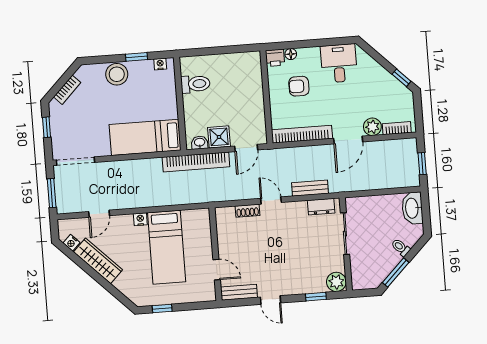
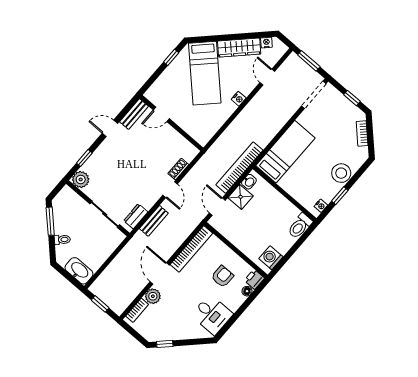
washing machine: (244, 62) -> (271, 258), added
toilet: (195, 84) -> (300, 226), moved
door: (271, 200) -> (170, 190), hinge flipped
bed: (167, 247) -> (205, 73), moved, turned -135

